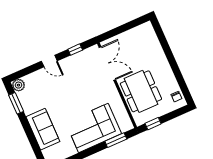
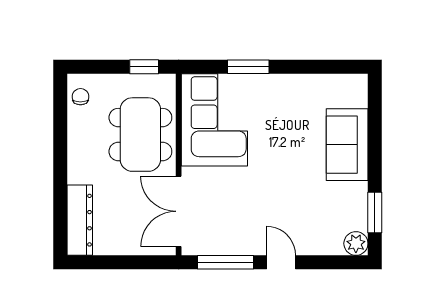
dresser: (151, 39) -> (80, 220), added
window: (75, 50) -> (225, 262), width x2.17
corner sofa: (93, 128) -> (214, 120), moved, turned -90
window: (116, 140) -> (248, 67), moved

